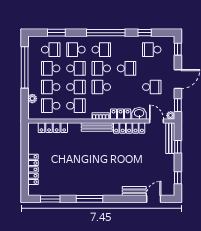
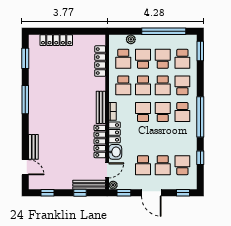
window: (56, 33) -> (200, 51), moved
school desk: (126, 68) -> (163, 165), moved
school desk: (51, 106) -> (123, 59), turned 180

